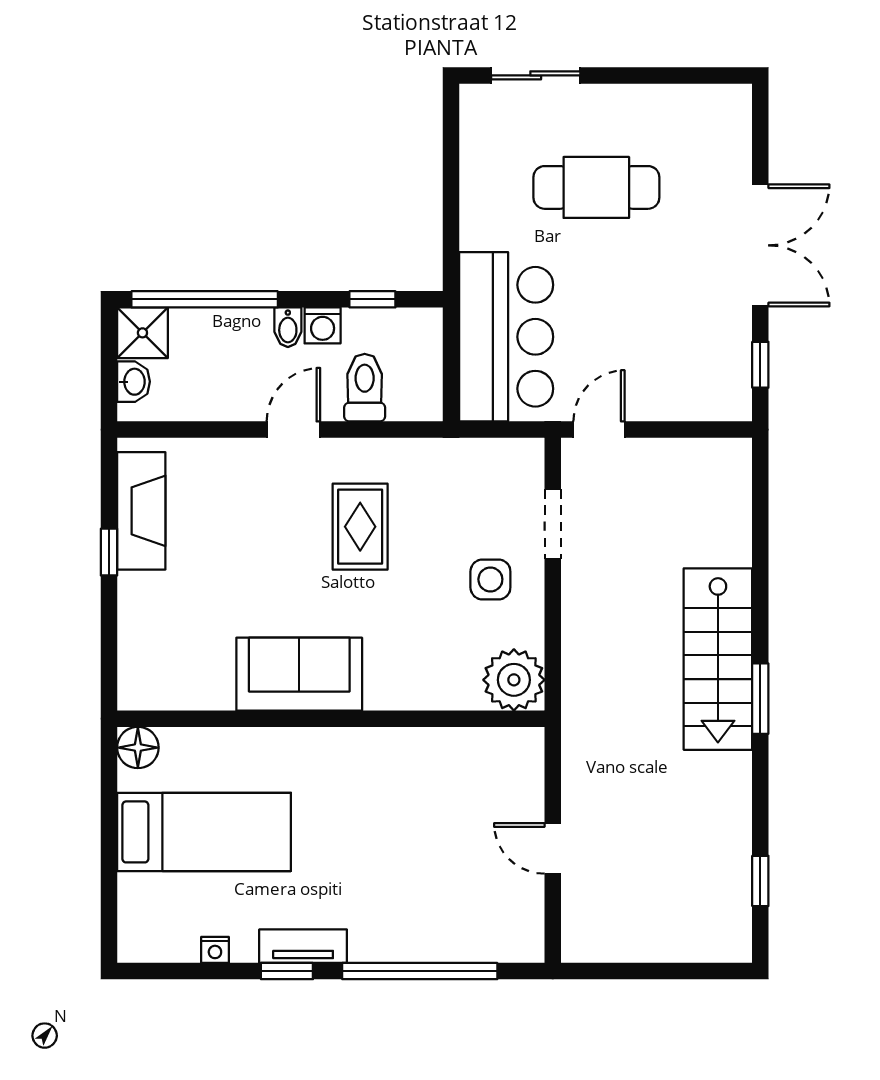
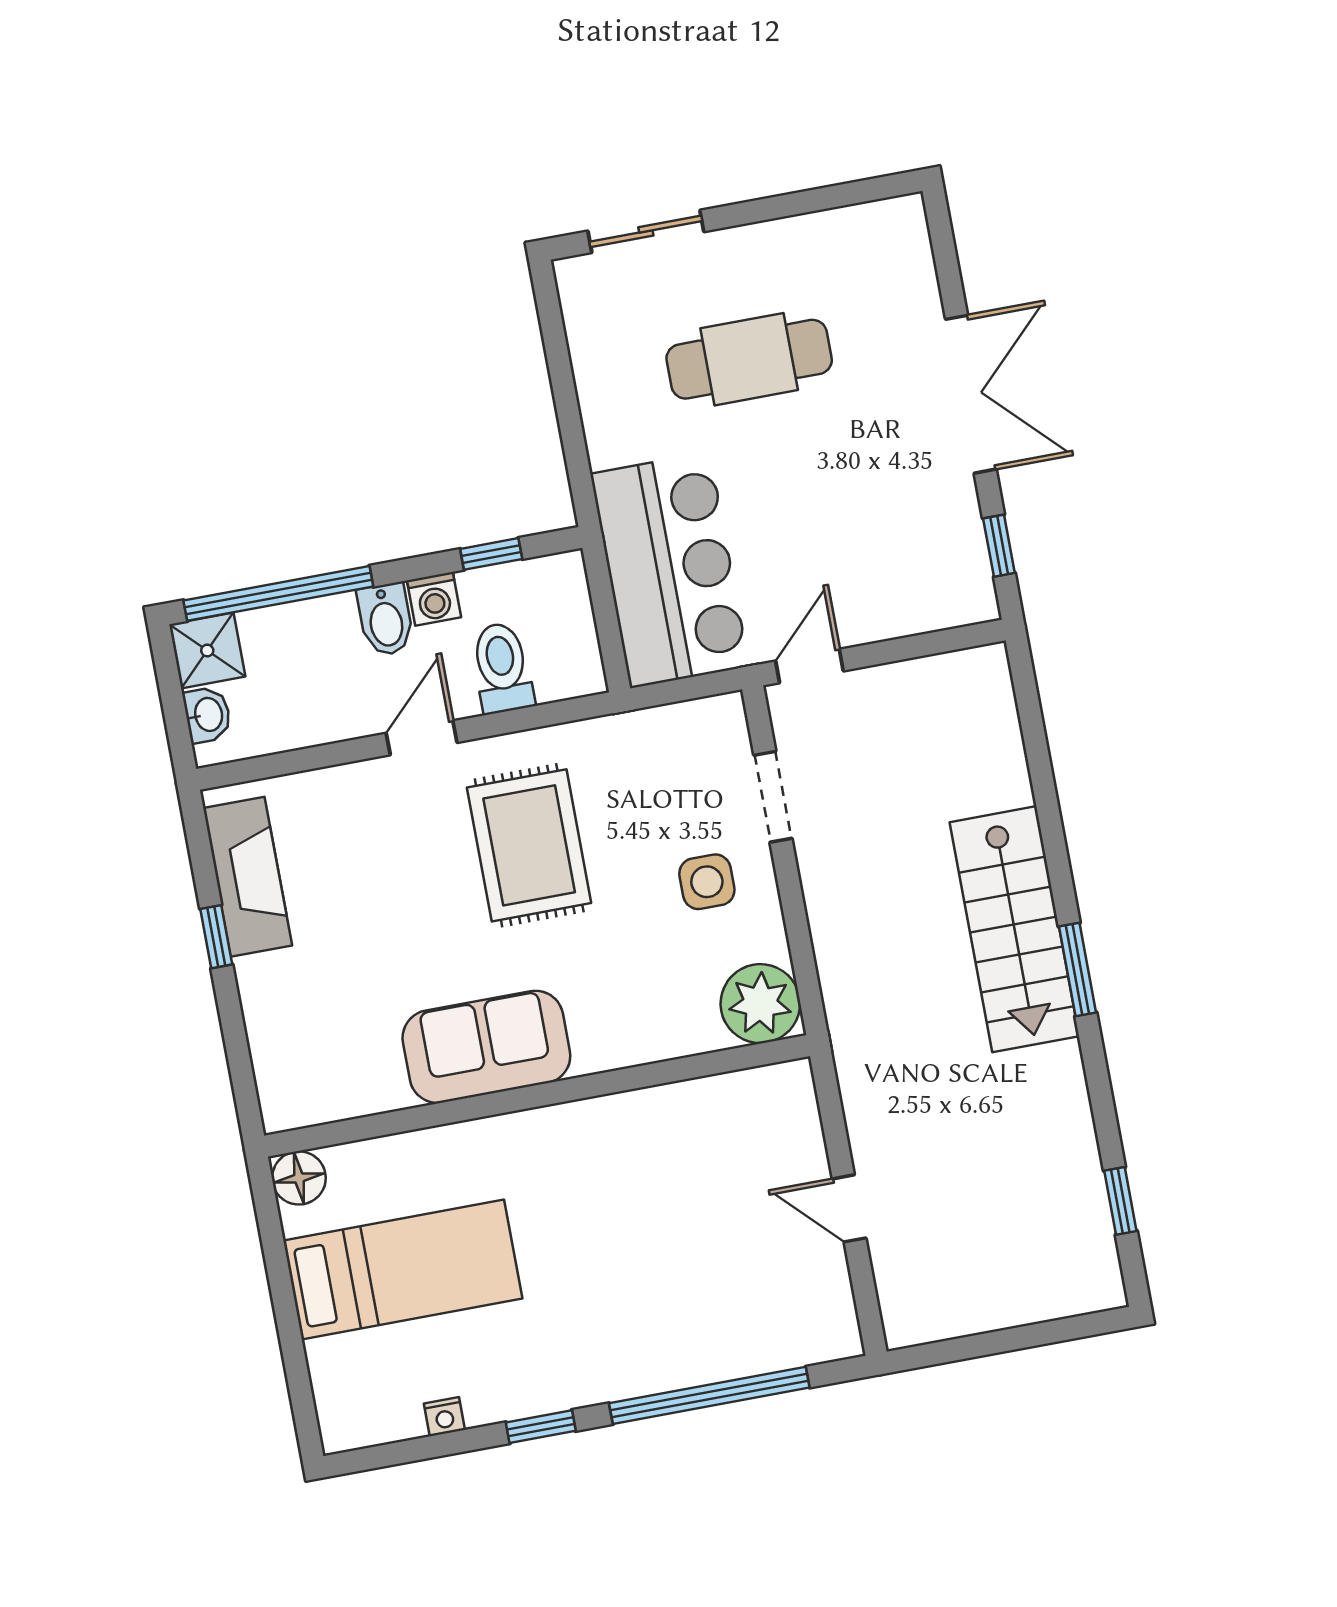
bidet: (288, 327) -> (386, 619), width x1.38, depth x1.36
rug: (360, 527) -> (529, 845), width x1.36, depth x1.43
tv unit: (303, 946) -> (555, 1391), removed

